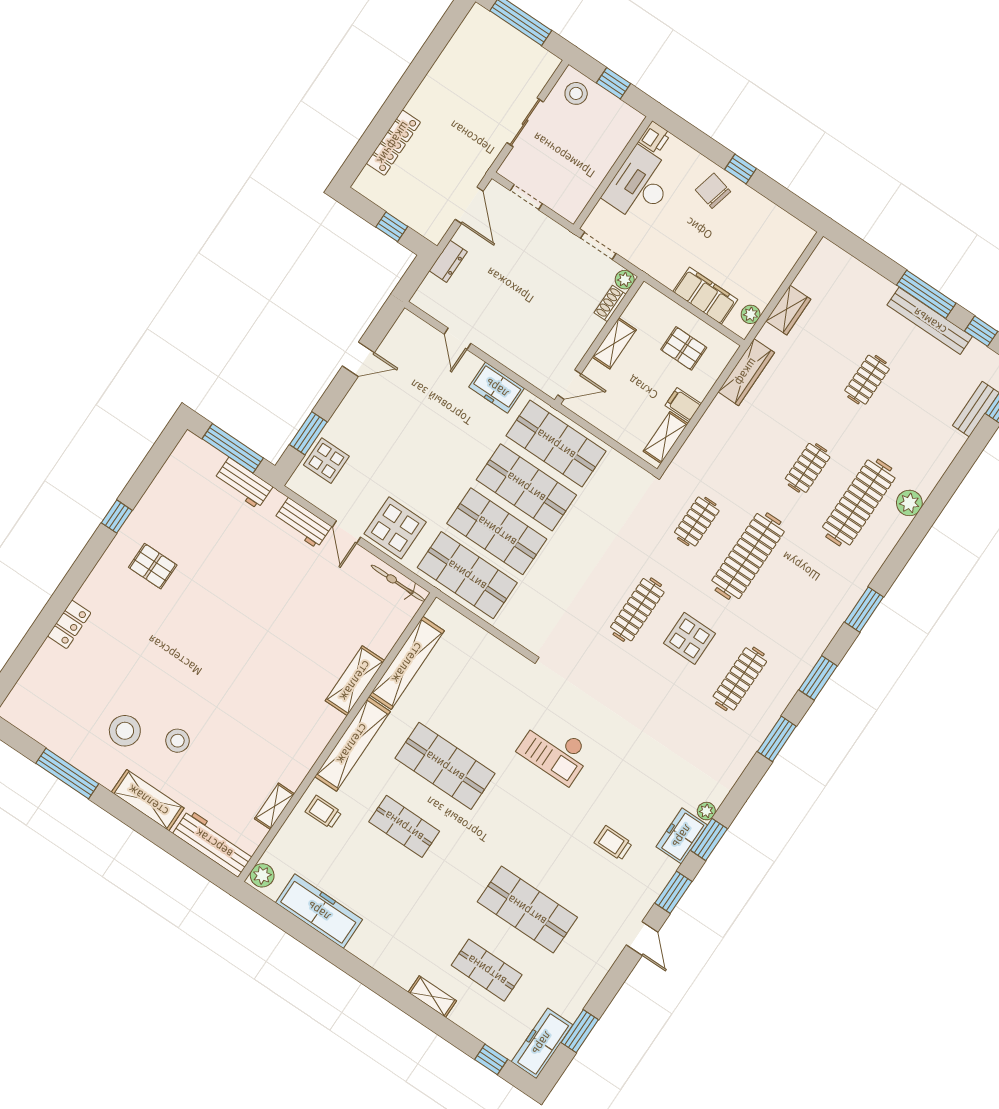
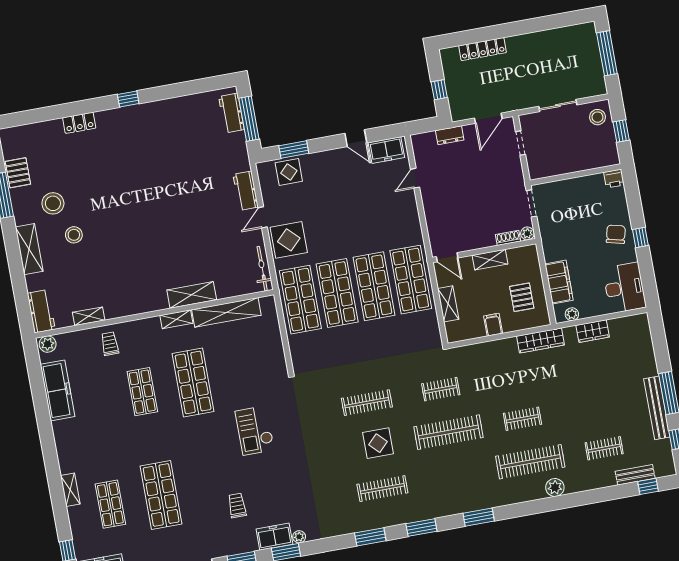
desk: (640, 185) -> (624, 288), moved, turned 90
clothes rail: (867, 380) -> (604, 448), moved
freezer: (497, 388) -> (386, 150), moved, turned -90
shelving: (666, 437) -> (448, 304), moved, turned 90
workbench: (243, 483) -> (231, 113), moved
window: (117, 517) -> (128, 99), moved
pallet: (153, 566) -> (18, 173), moved
shelving: (352, 744) -> (176, 319), width x0.45, depth x0.75
workbench: (214, 843) -> (41, 311), width x0.73

